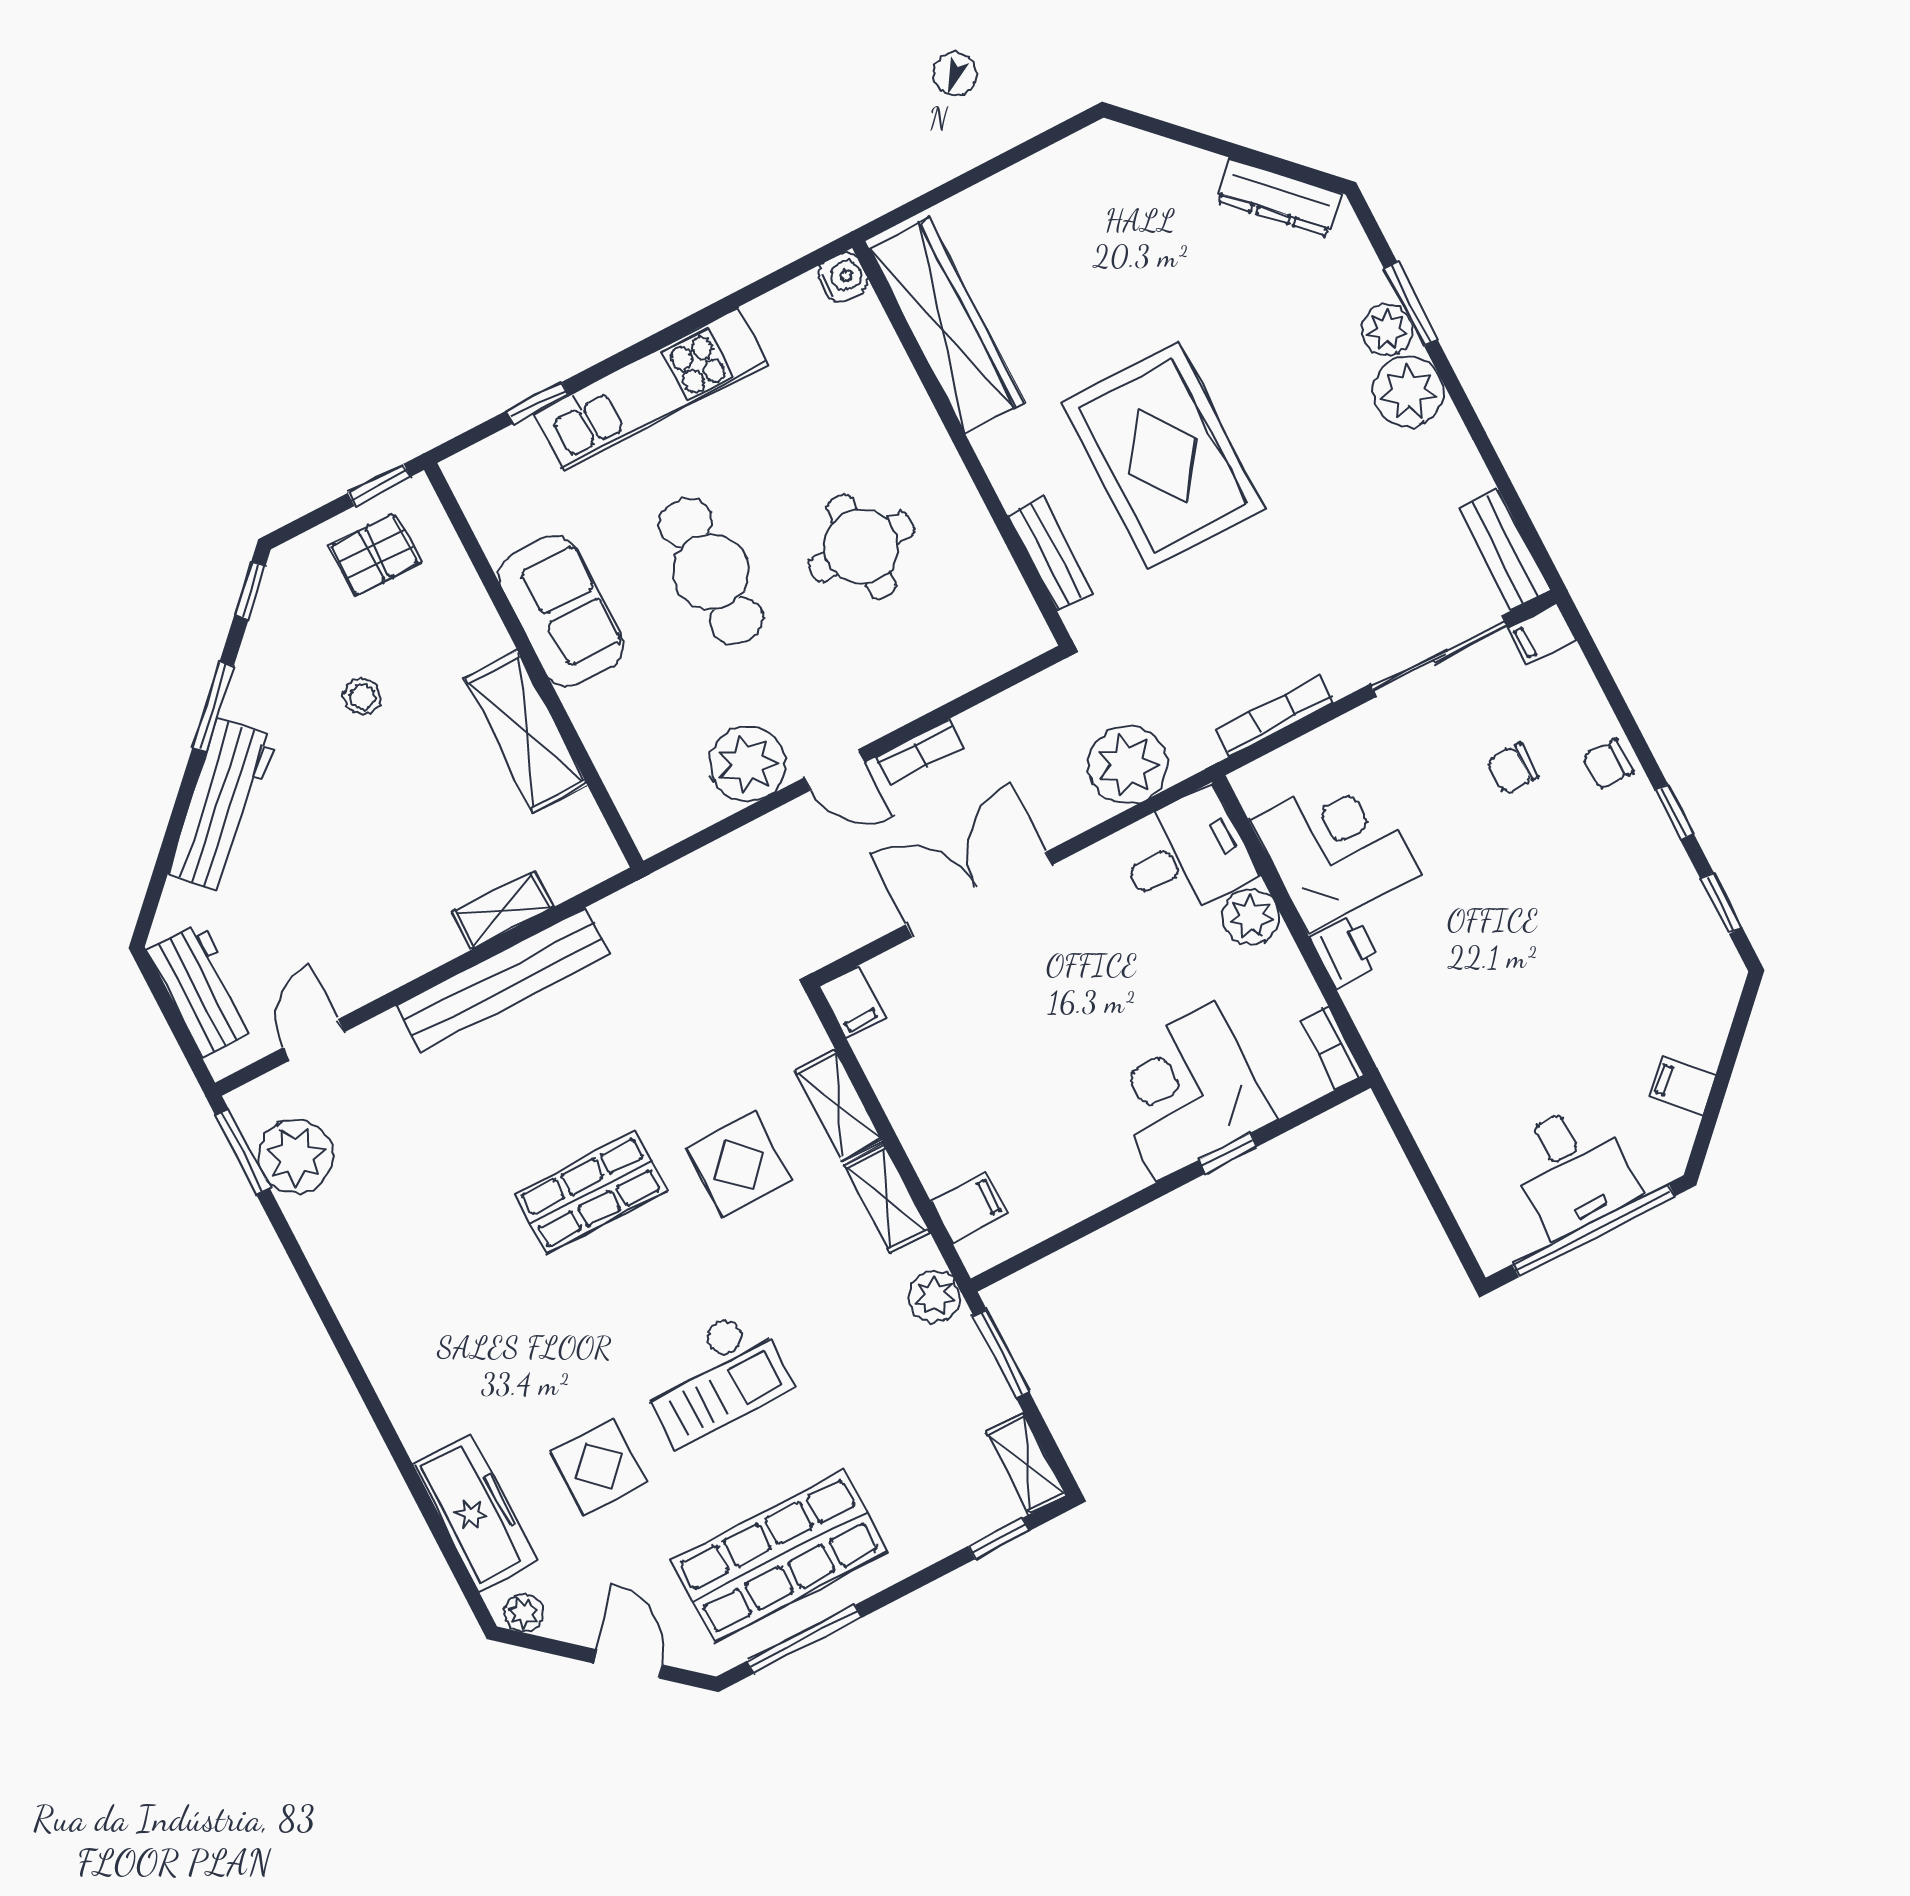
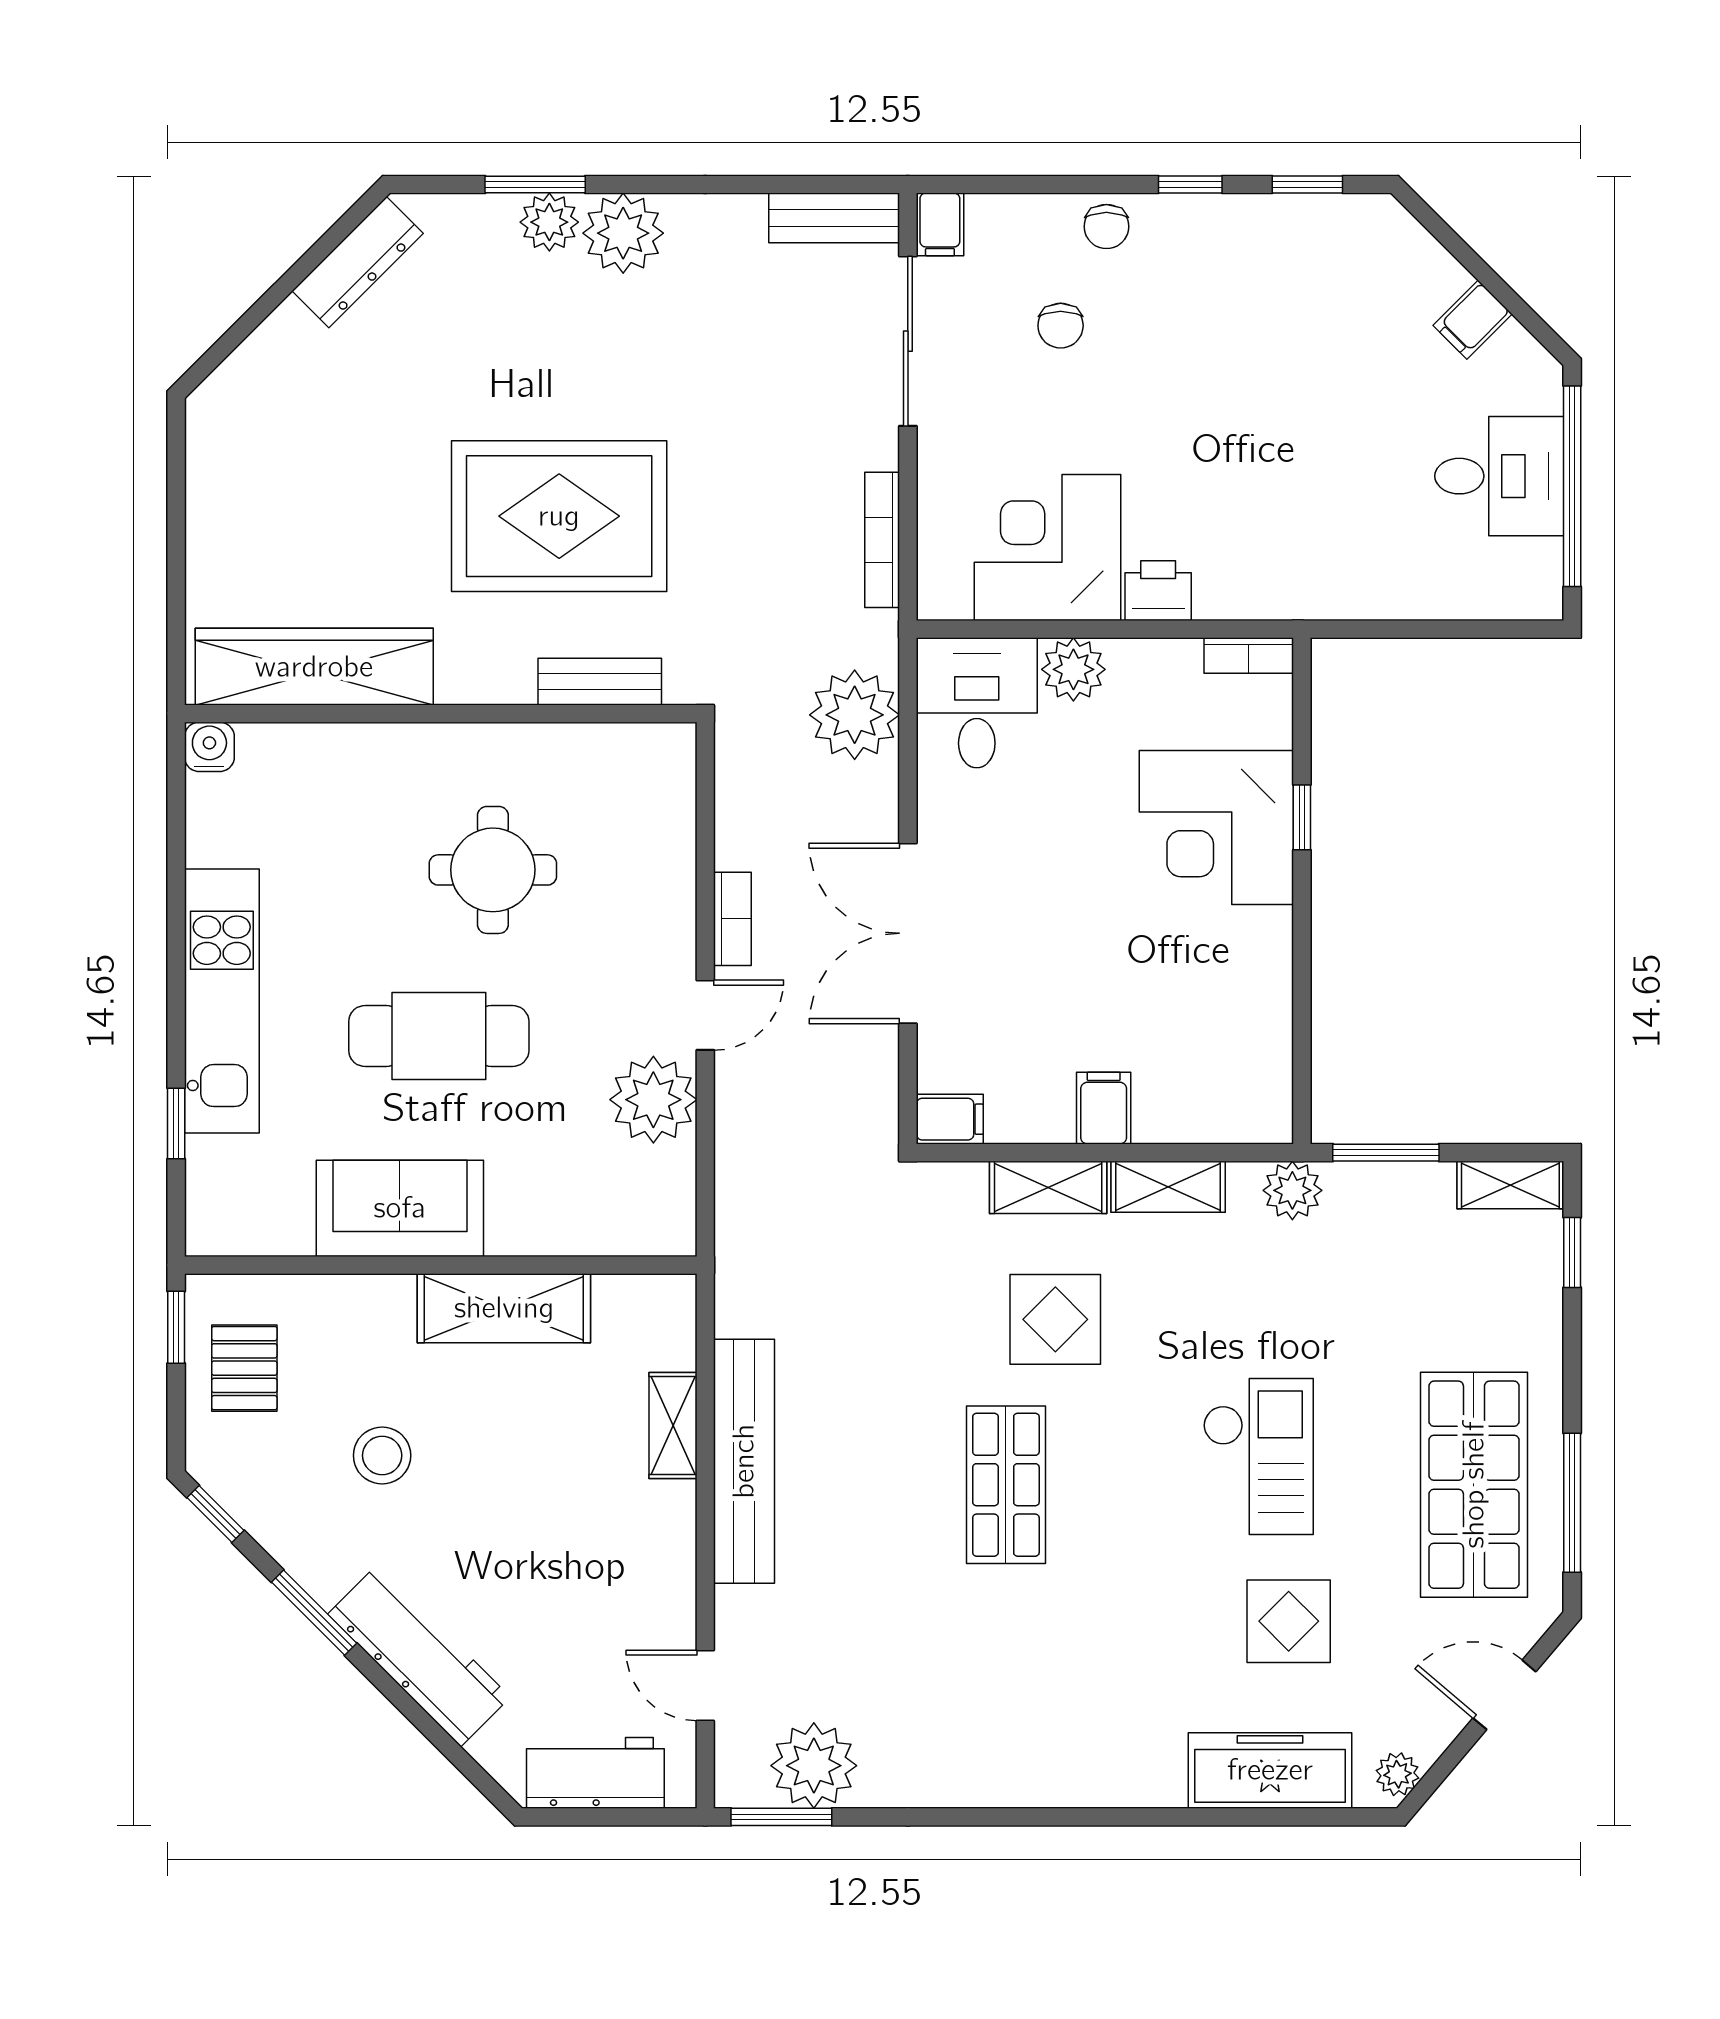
stool: (362, 696) -> (382, 1455), width x1.37, depth x1.37
filing cabinet: (969, 1207) -> (1104, 1108), moved

